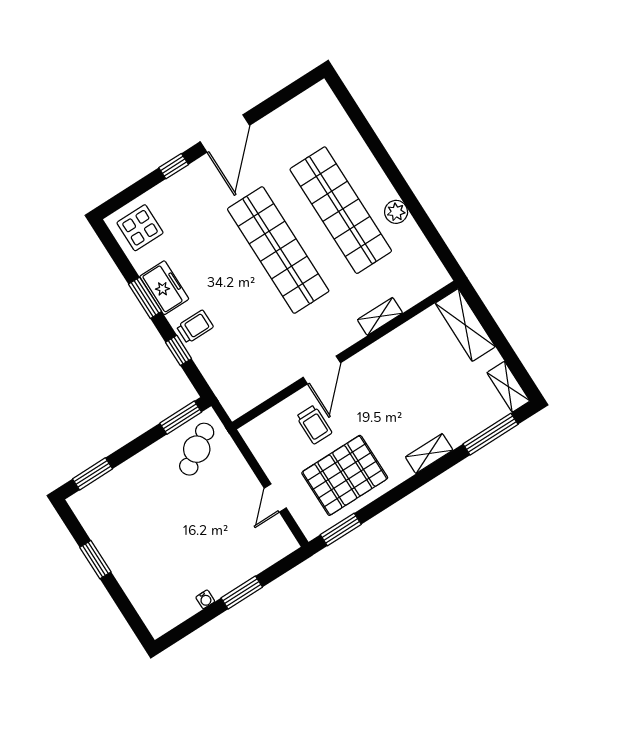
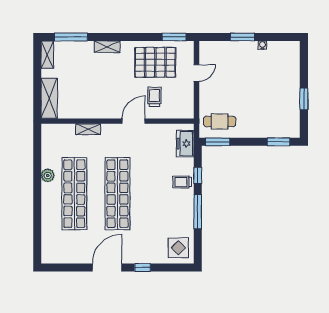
freezer: (164, 288) -> (185, 144), moved
window: (145, 298) -> (198, 212), width x1.44
cafe table: (197, 449) -> (220, 121), turned 33

